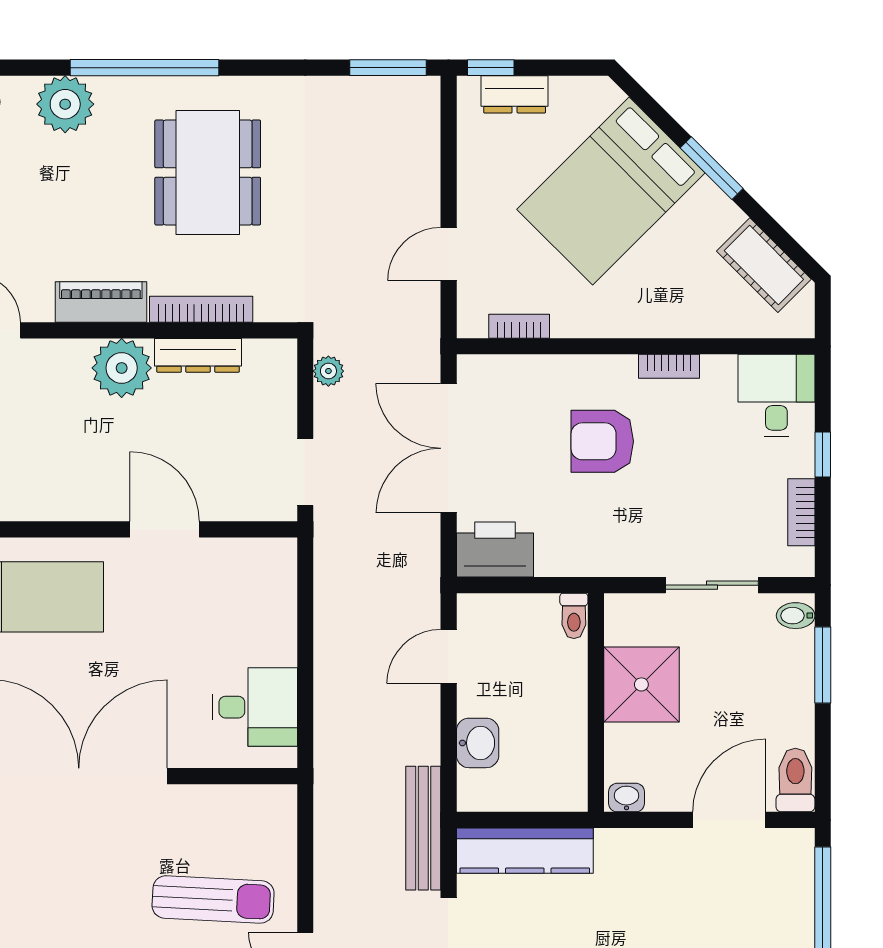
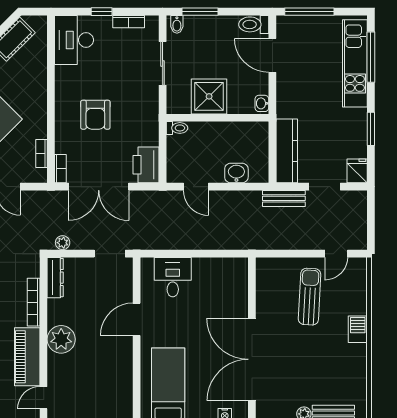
piano: (101, 302) -> (27, 357), width x1.37, depth x1.33
dresser: (198, 355) -> (55, 278), moved
bookcase: (669, 366) -> (60, 169), moved
desk: (776, 396) -> (74, 40), width x1.37
desk: (255, 707) -> (173, 277), moved
bench: (423, 828) -> (284, 198), width x0.73

